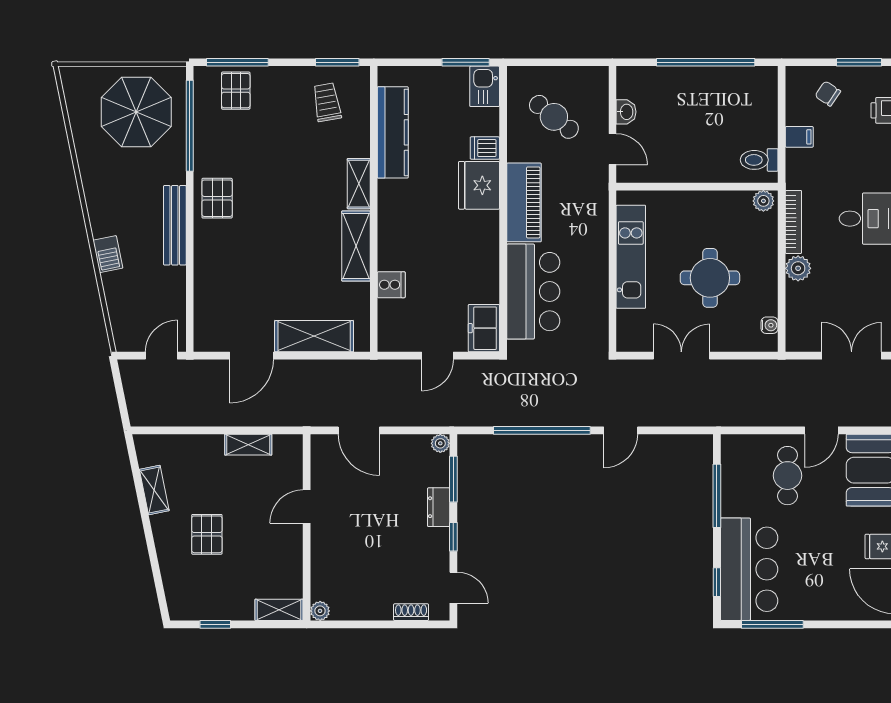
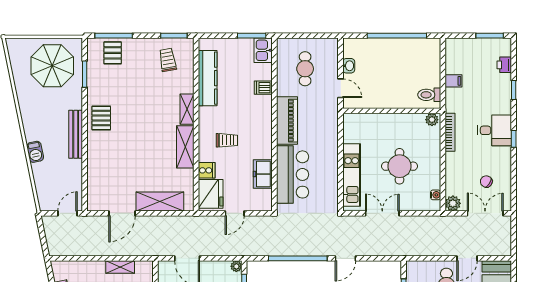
chair: (828, 94) -> (486, 182), moved
cafe table: (554, 117) -> (305, 69), turned 51
window: (190, 126) -> (85, 74), width x0.47
fridge: (479, 185) -> (211, 194), moved, turned 180
trolley: (425, 235) -> (227, 140), added
kitchen unit: (631, 257) -> (352, 175), moved
plant: (798, 268) -> (453, 203), moved
freezer: (484, 328) -> (263, 174), moved

